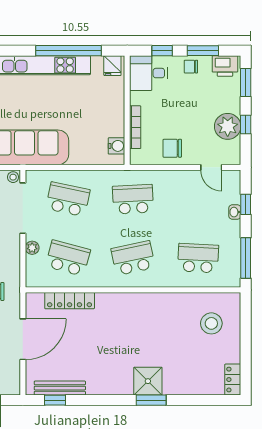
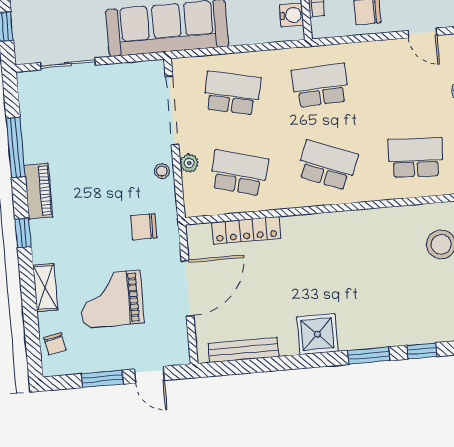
stool: (13, 177) -> (162, 171), moved
school desk: (133, 258) -> (327, 165), turned 33
shower: (148, 381) -> (317, 334), moved
window: (55, 400) -> (422, 351), moved

